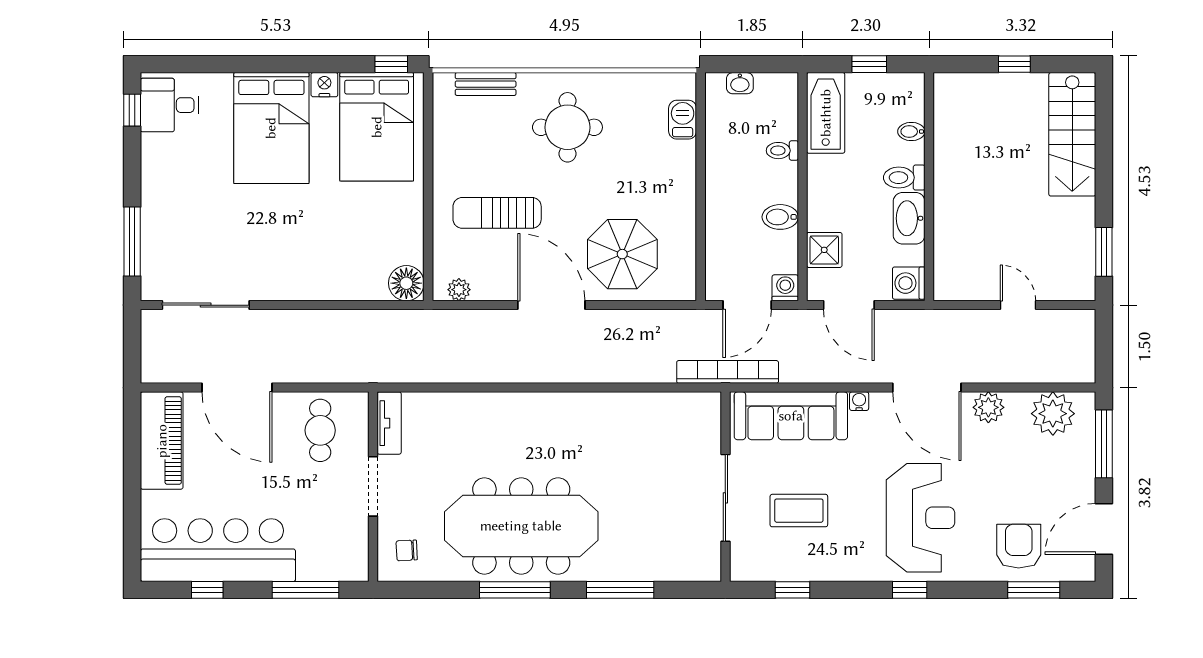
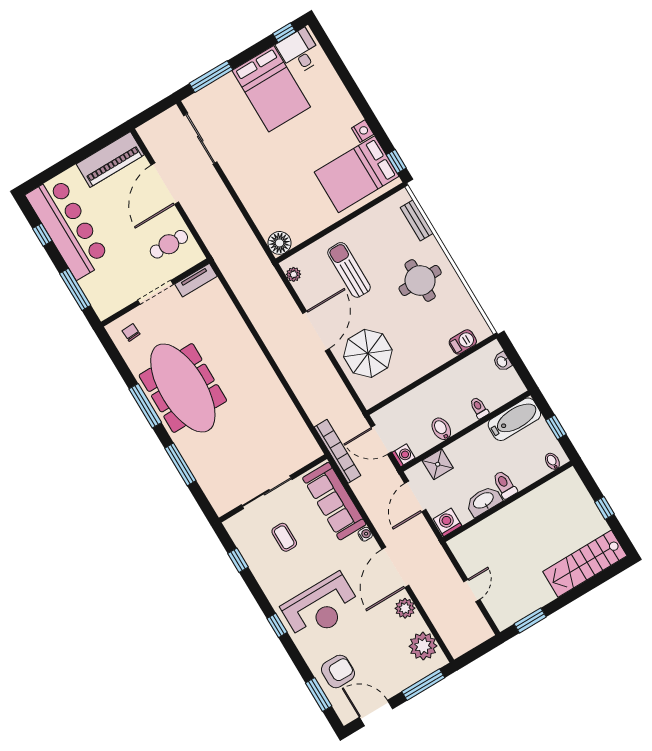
bed: (271, 128) -> (271, 89), moved, turned -90
bidet: (911, 132) -> (552, 461), moved
coffee table: (799, 511) -> (284, 537), width x0.73, depth x0.77

